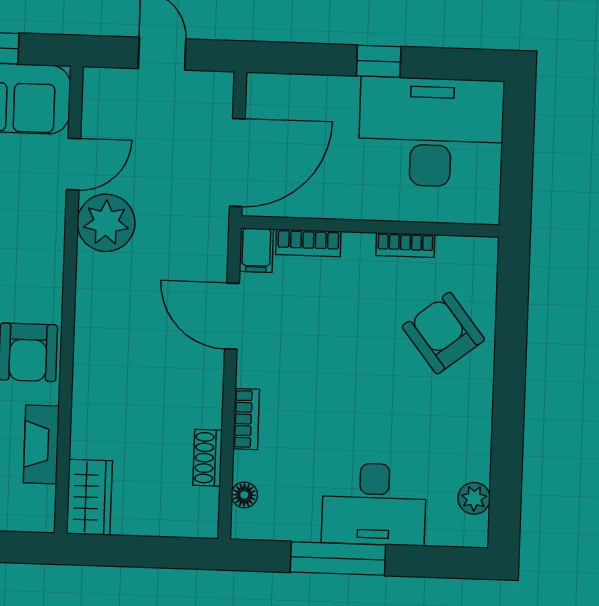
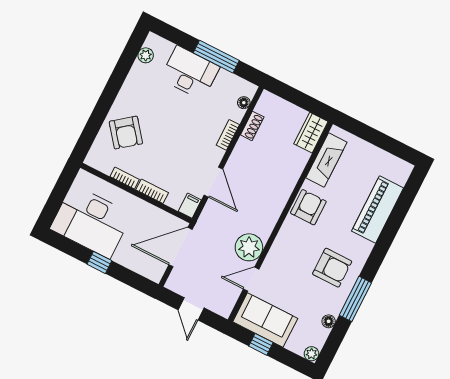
bookcase: (308, 243) -> (152, 191), moved
fireplace: (41, 444) -> (326, 160), width x1.37, depth x1.32

